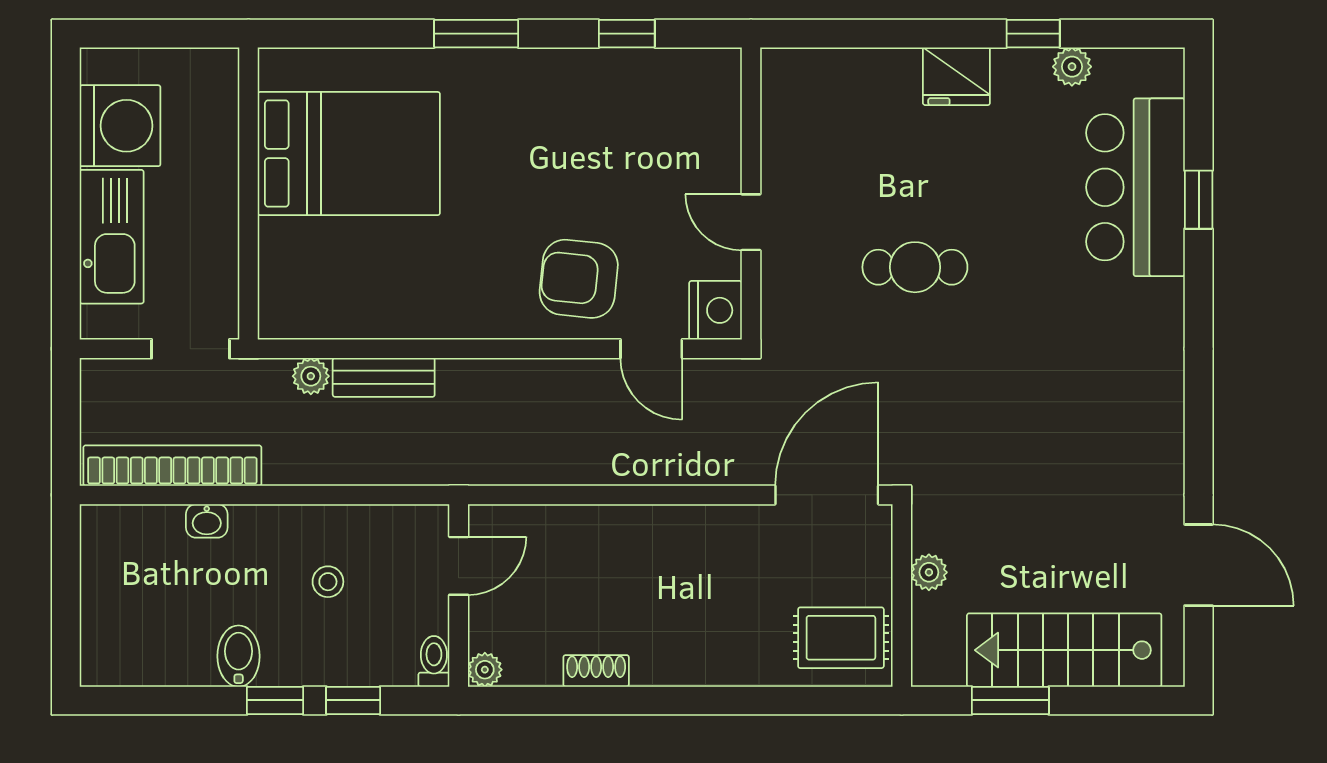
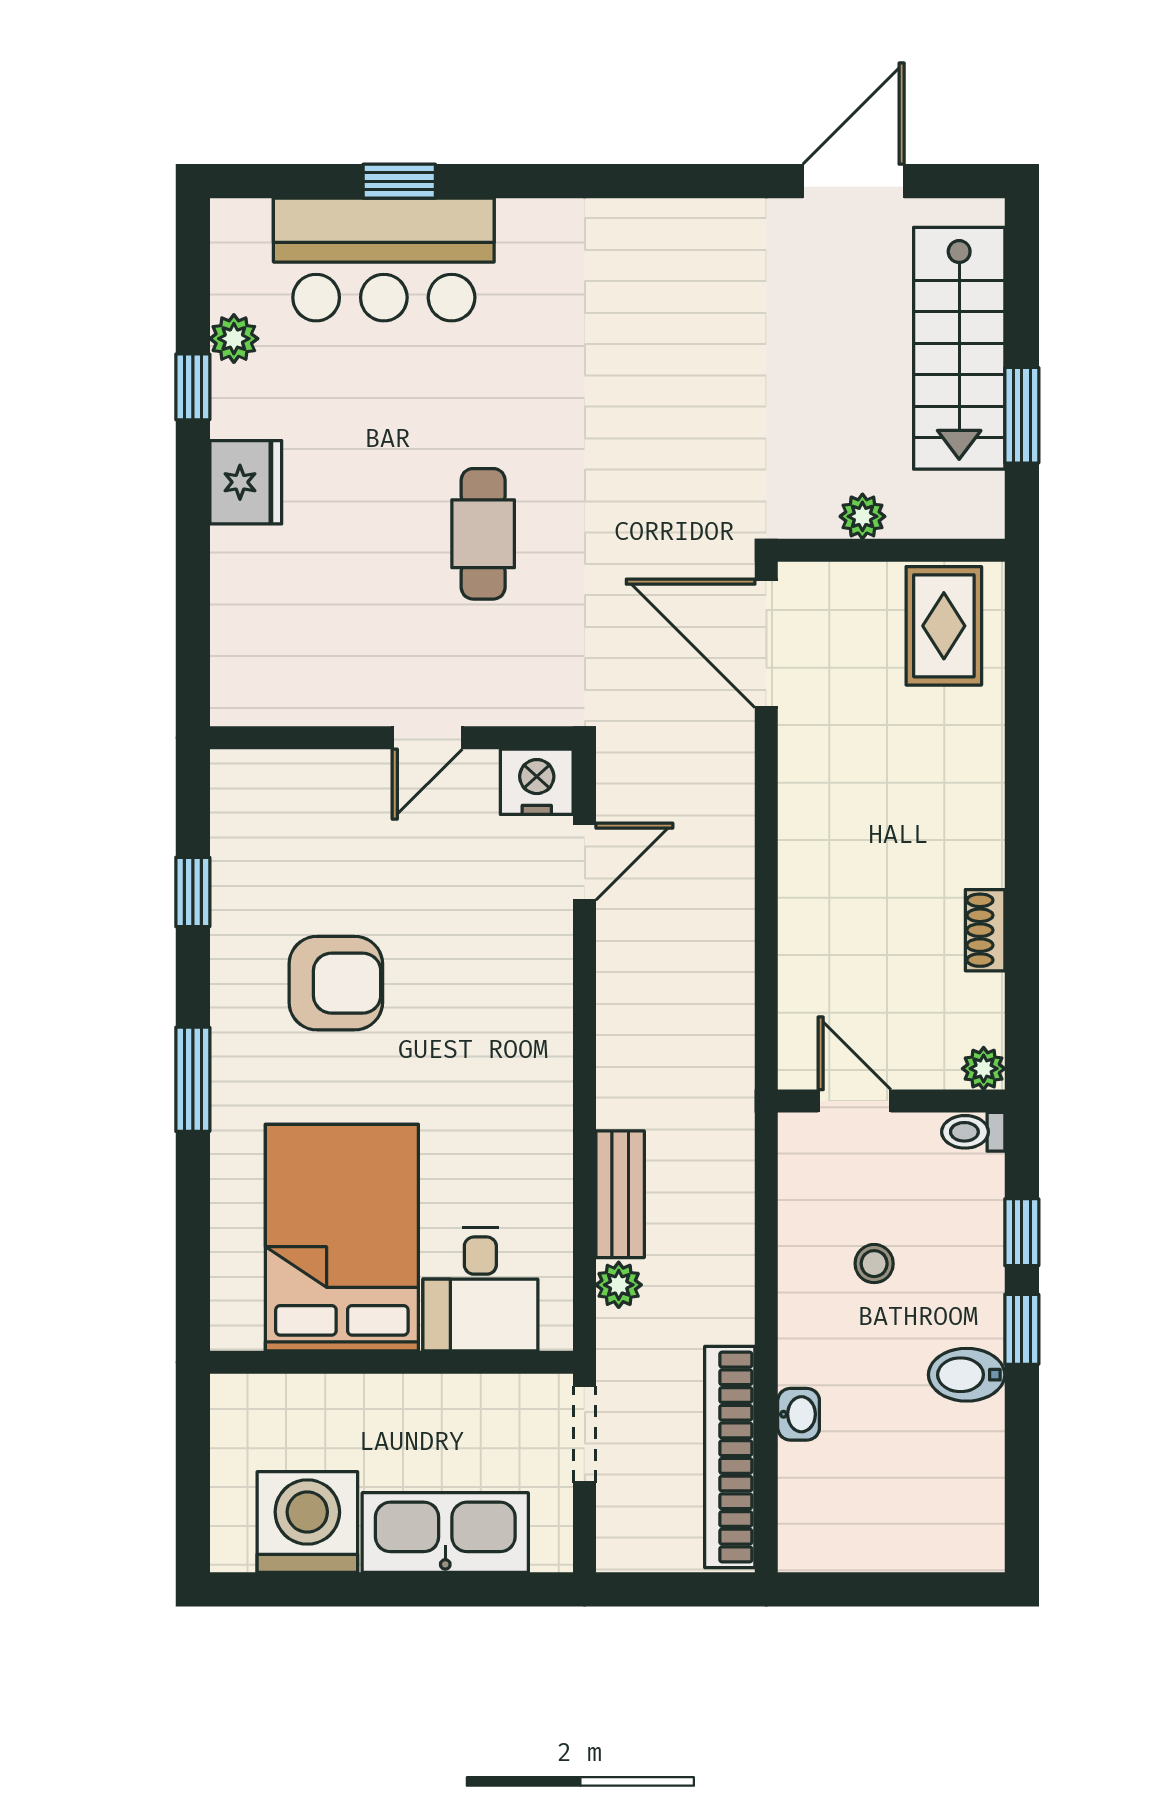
desk: (307, 265) -> (480, 1289), added
armchair: (579, 279) -> (336, 983), moved, turned -96

